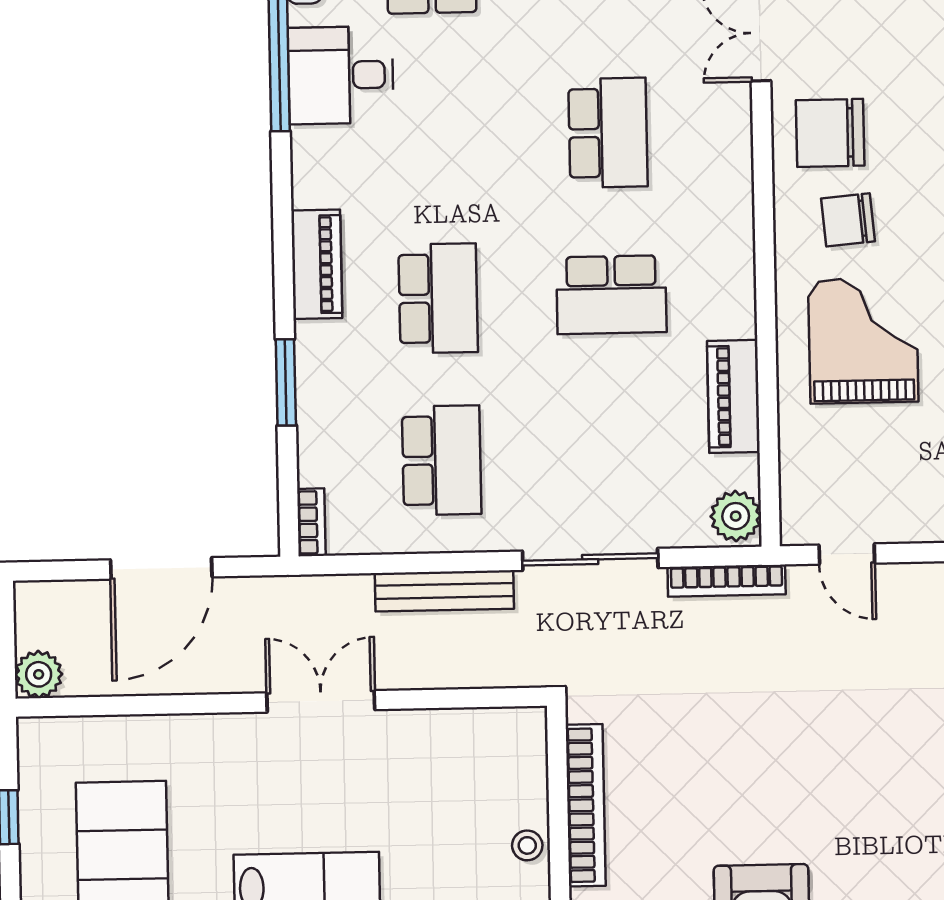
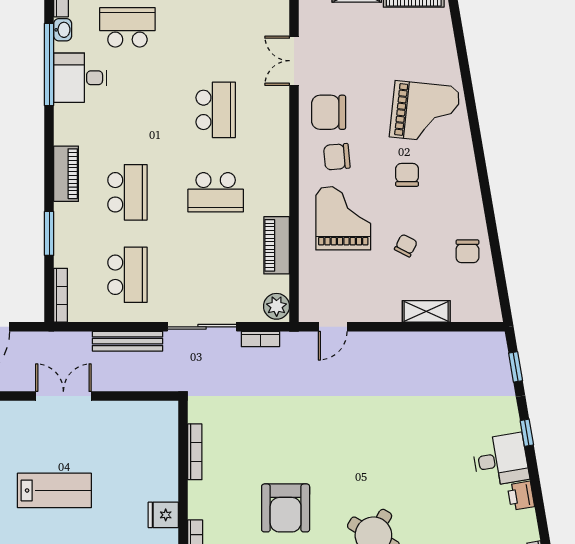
bookcase: (311, 522) -> (61, 295), width x1.56
door: (847, 554) -> (333, 327), hinge flipped
bookcase: (727, 581) -> (260, 339), width x0.64
bookcase: (586, 805) -> (195, 452), width x0.68, depth x0.76
stool: (527, 845) -> (167, 472), removed

